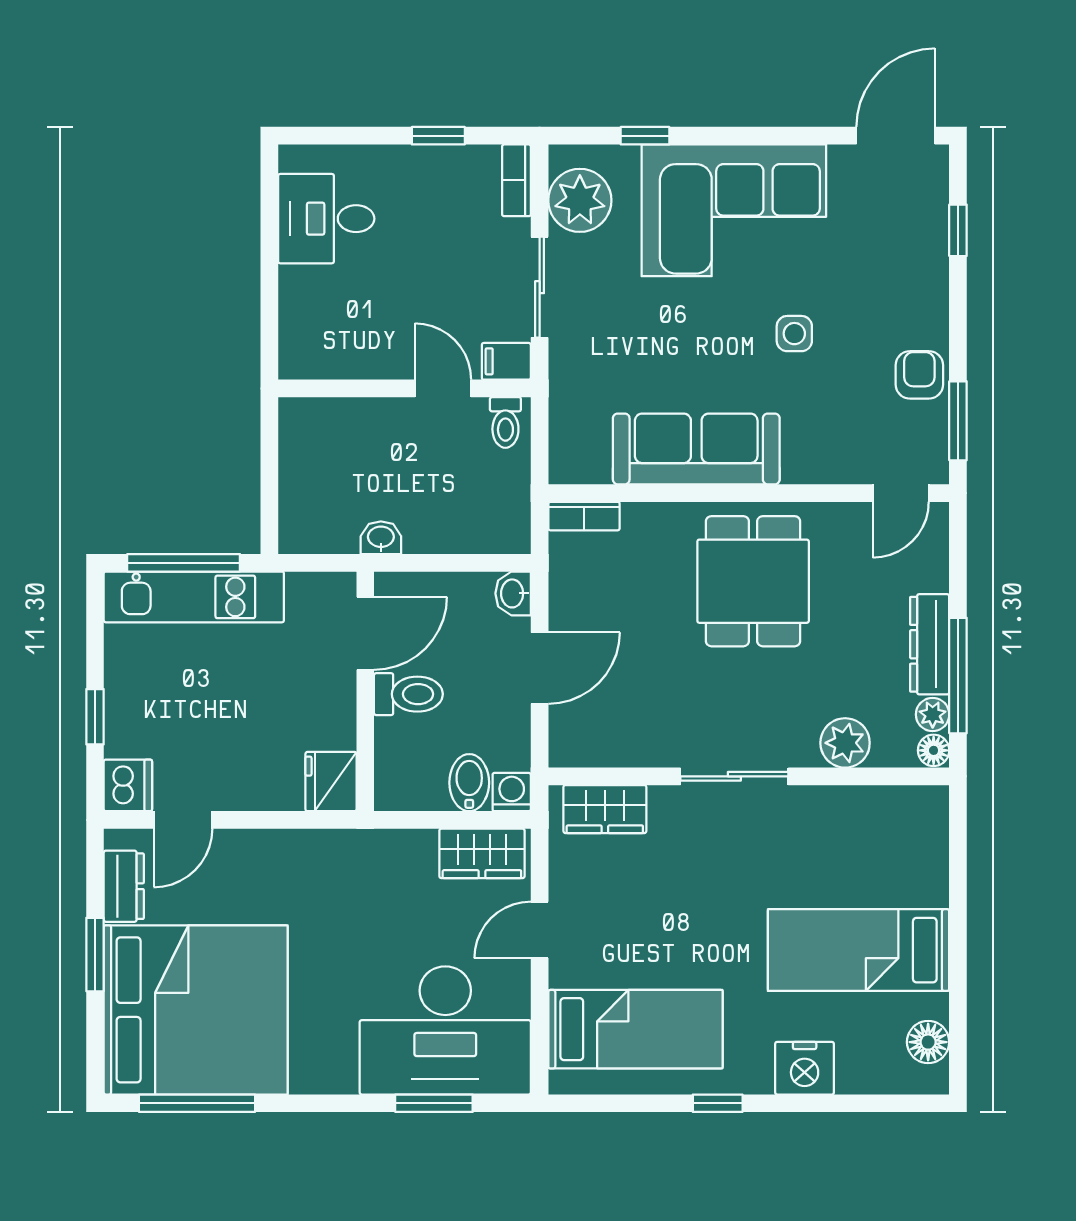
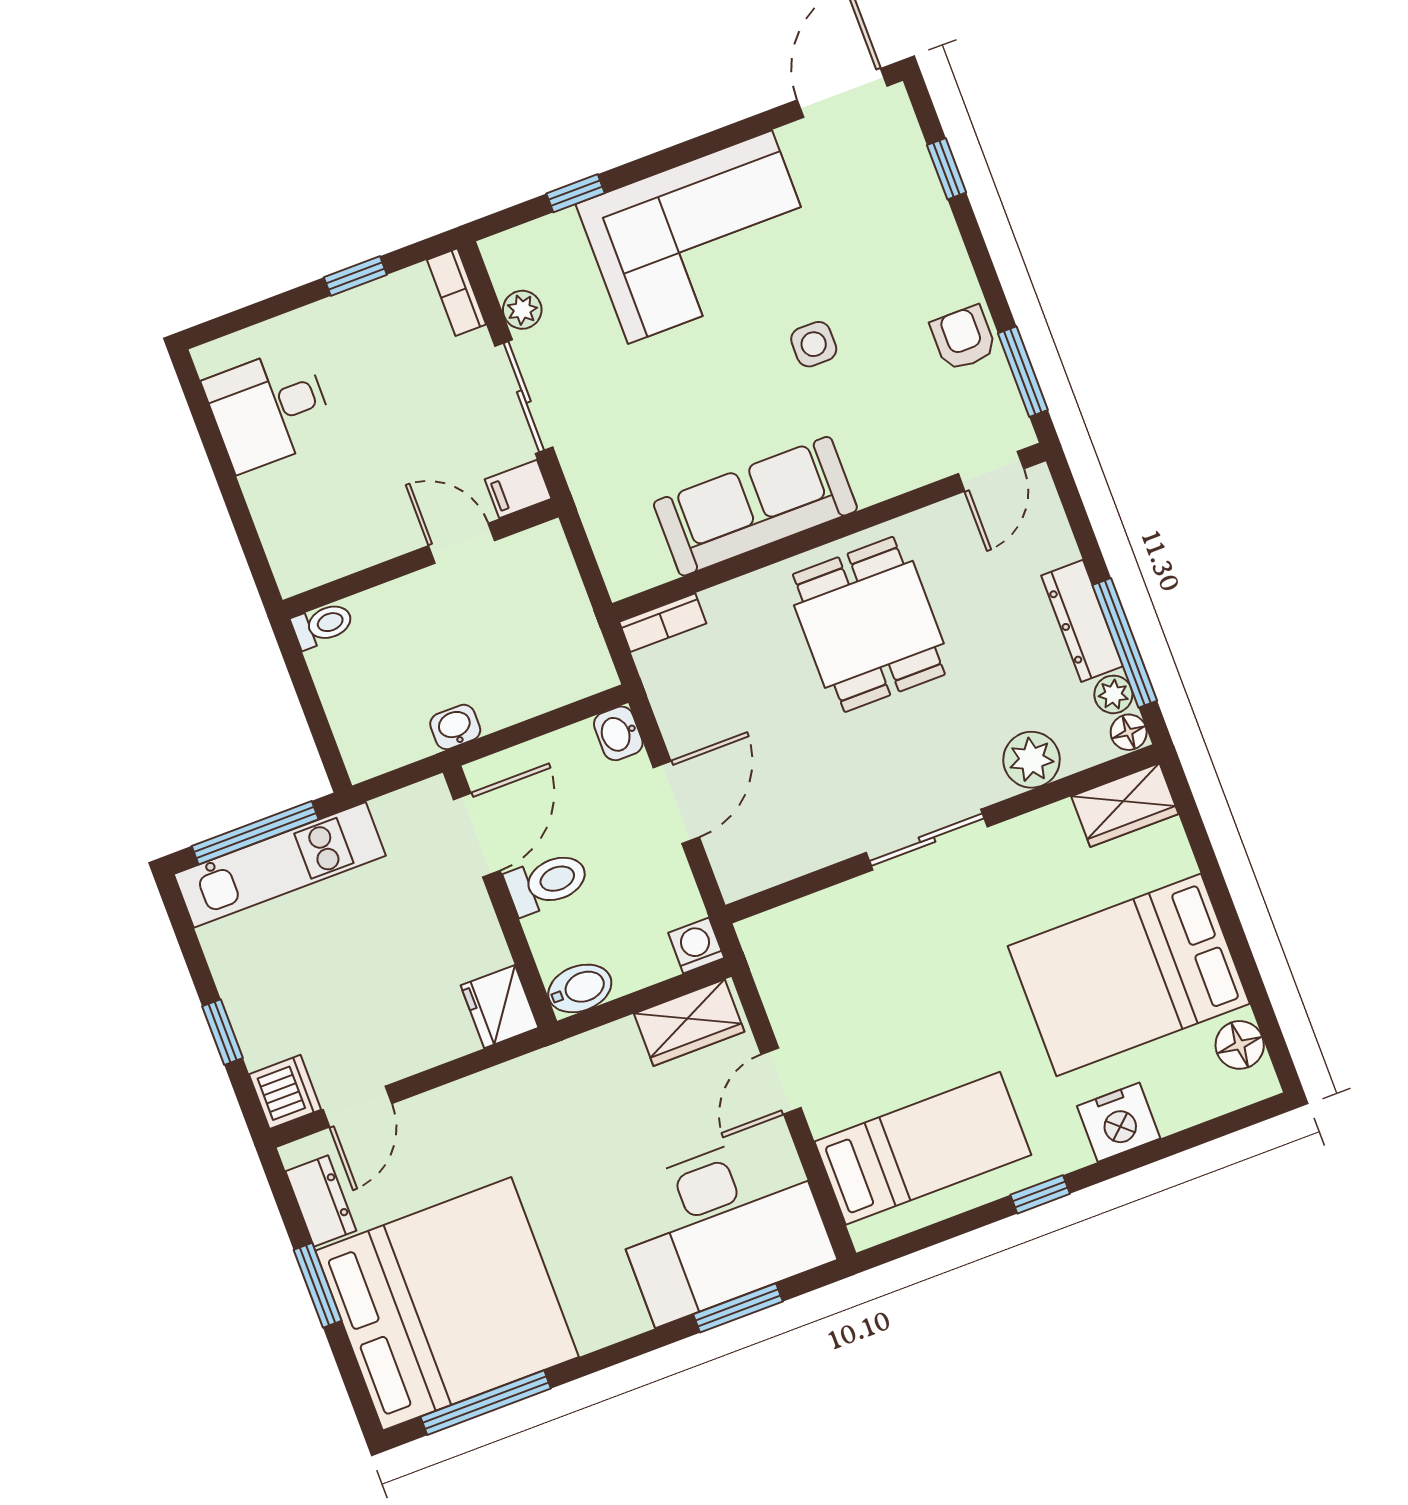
plant: (580, 200) -> (522, 310), width x0.53, depth x0.53
toilet: (505, 422) -> (323, 625), moved, turned -90
bidet: (469, 783) -> (580, 988), moved, turned 90
wardrobe: (605, 809) -> (1125, 805), moved
bed: (859, 950) -> (1129, 975), width x1.50

